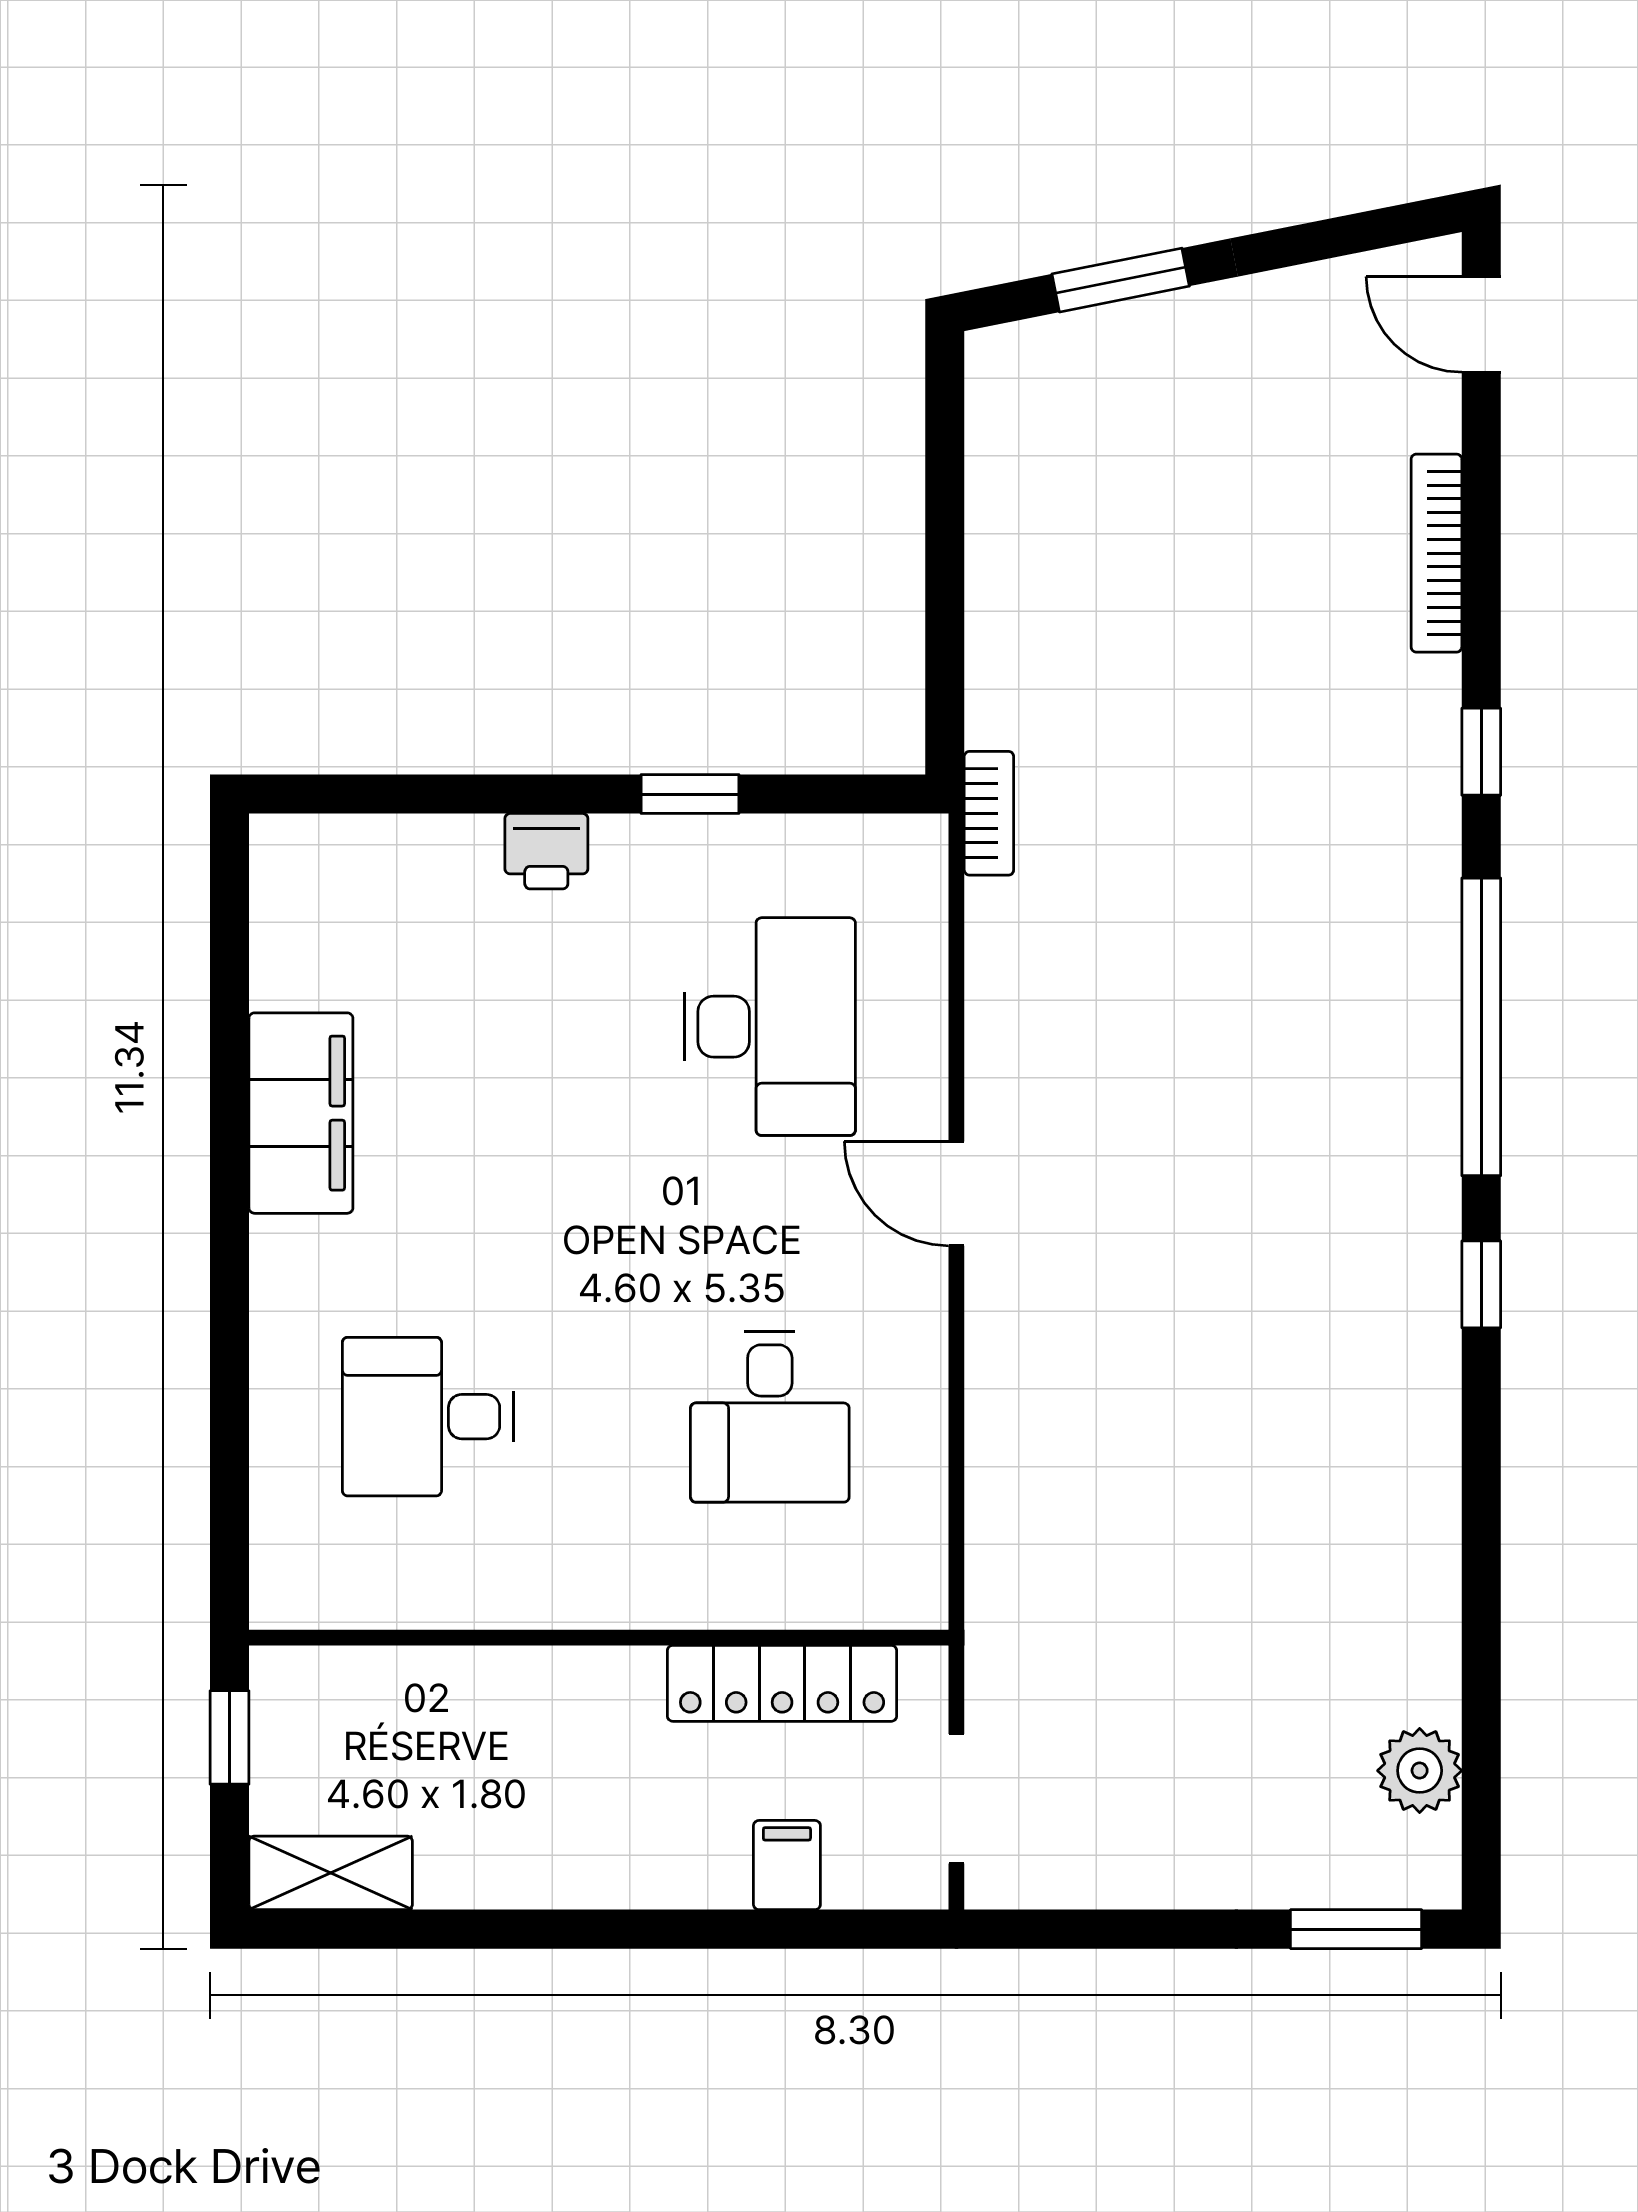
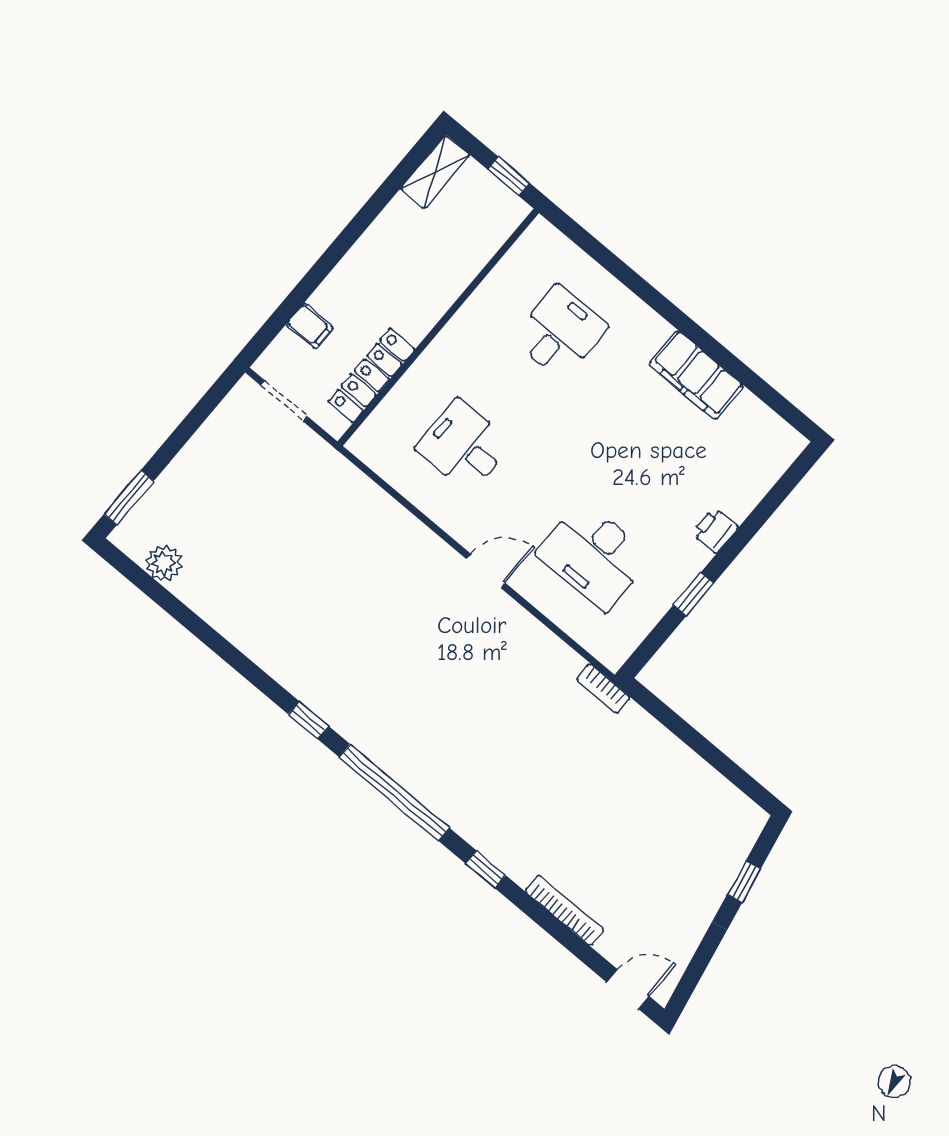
window: (1121, 280) -> (744, 882), width x0.67

